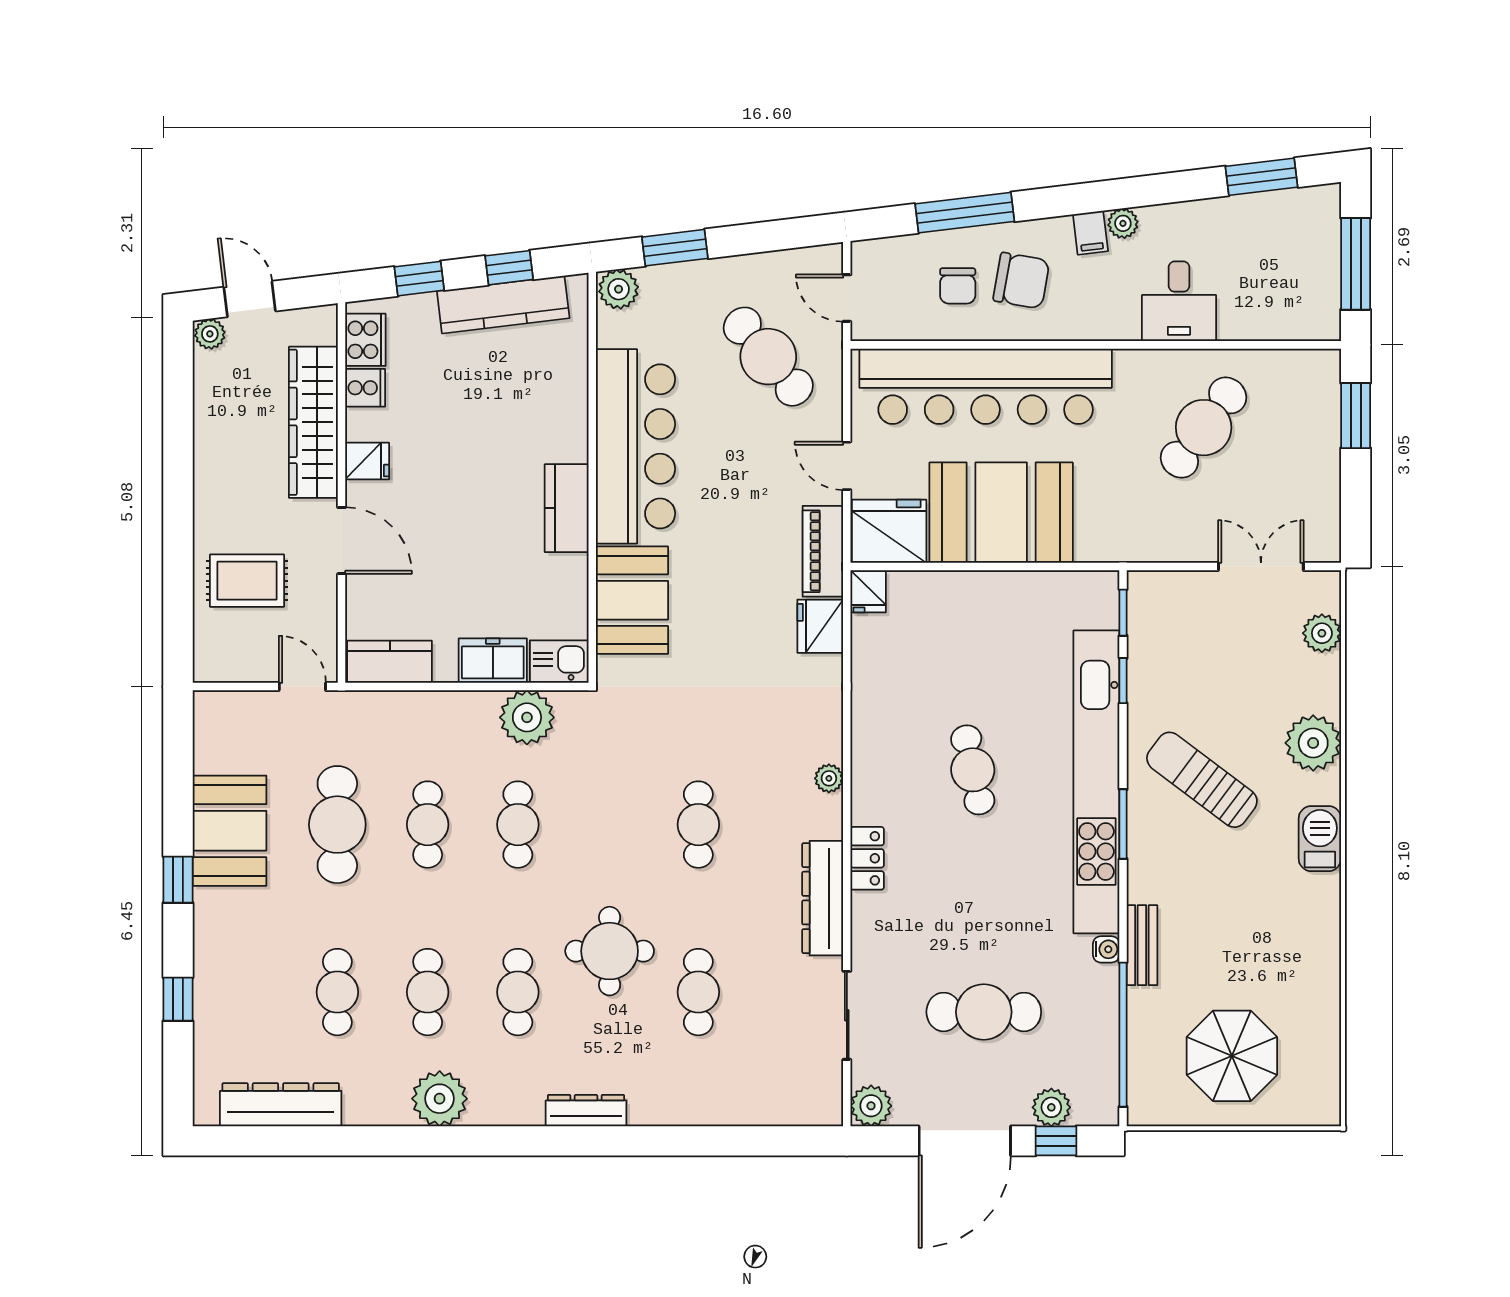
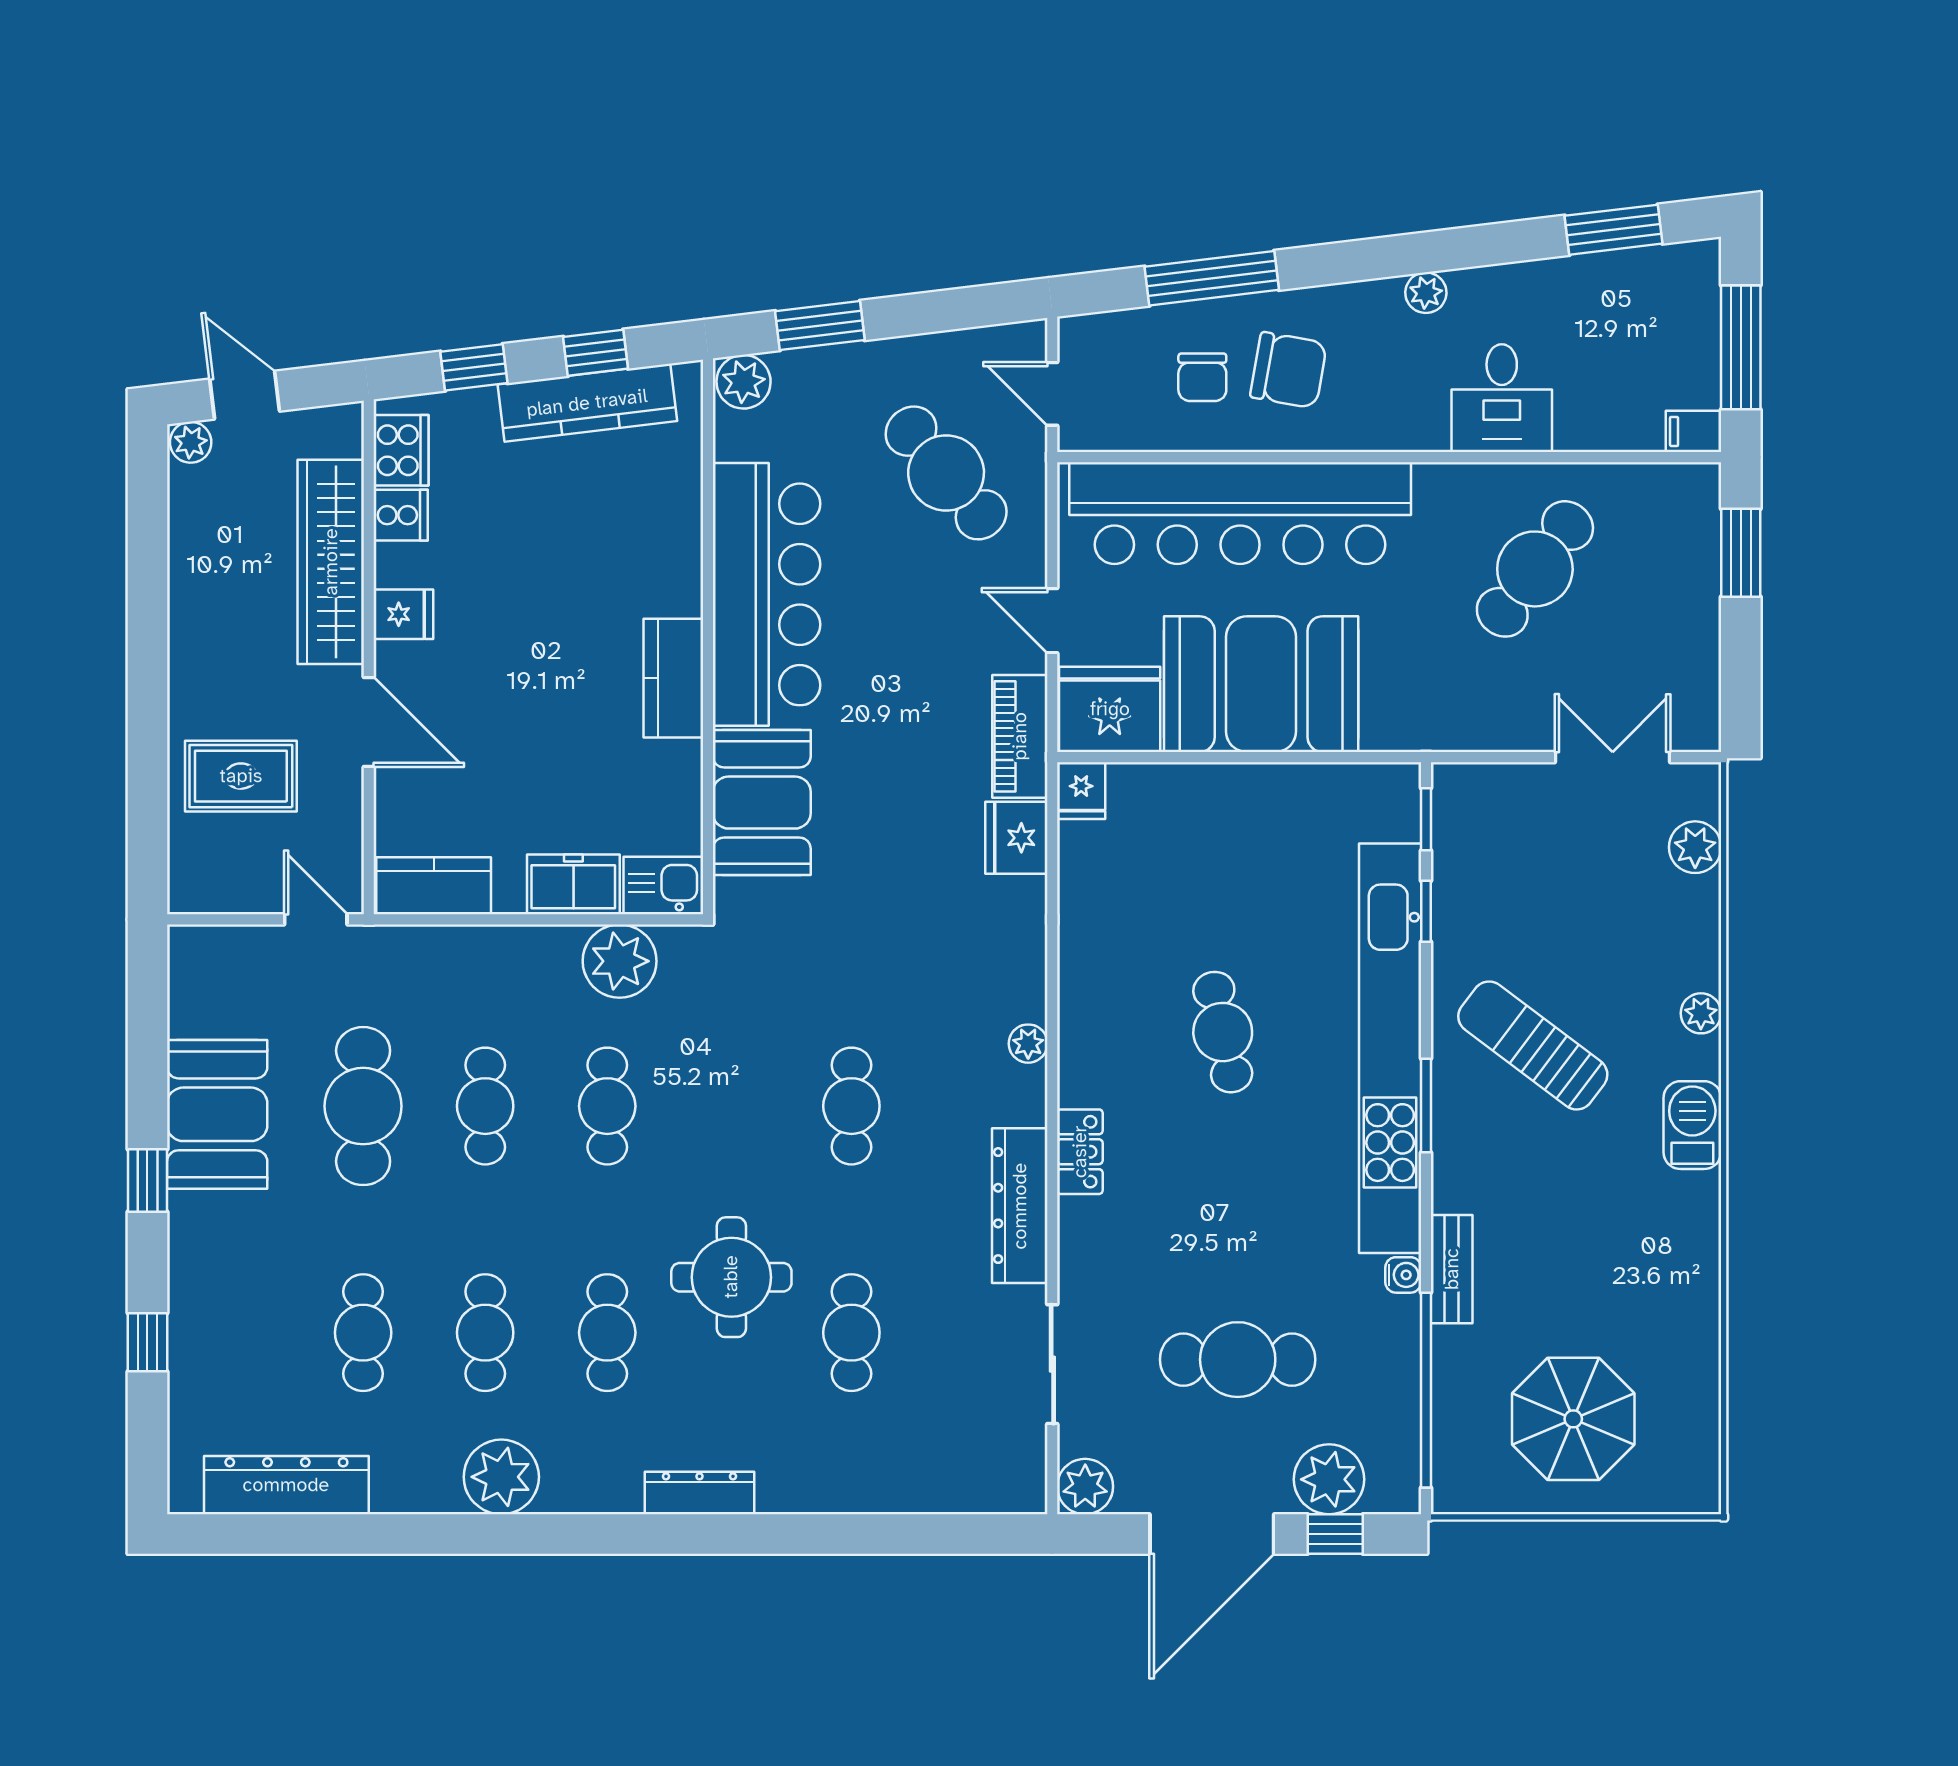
filing cabinet: (1090, 233) -> (1693, 431), moved, turned 97
plant: (1313, 743) -> (1701, 1013), width x0.53, depth x0.53
plant: (1051, 1107) -> (1329, 1479), width x1.36, depth x1.36

